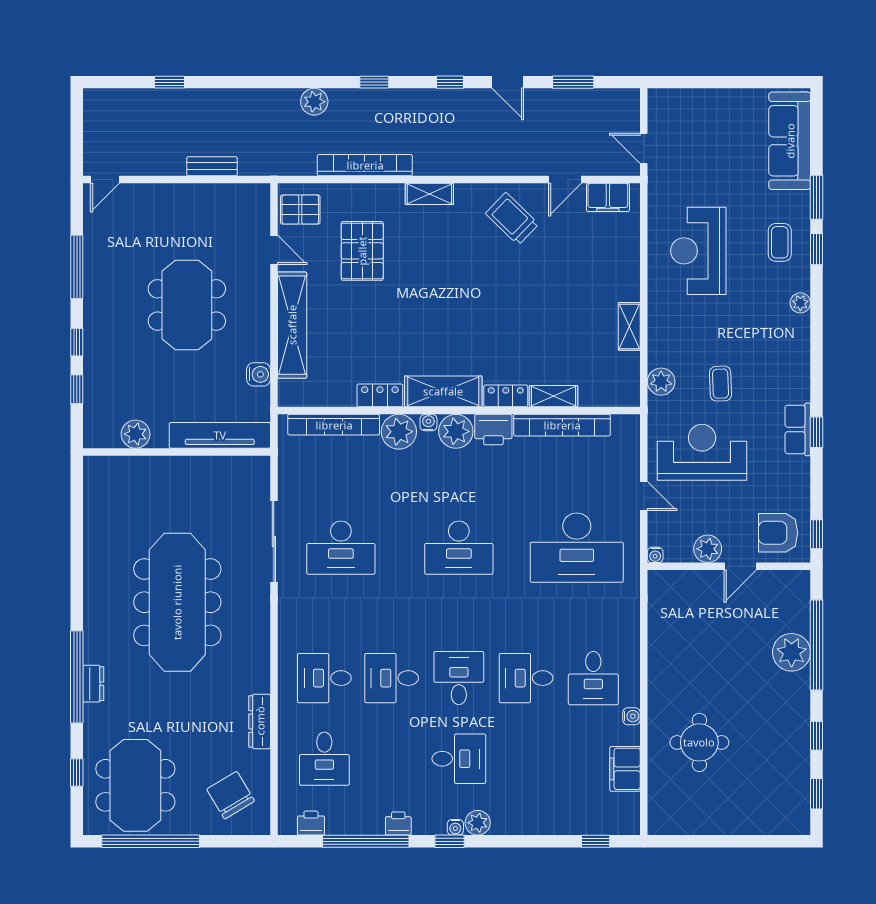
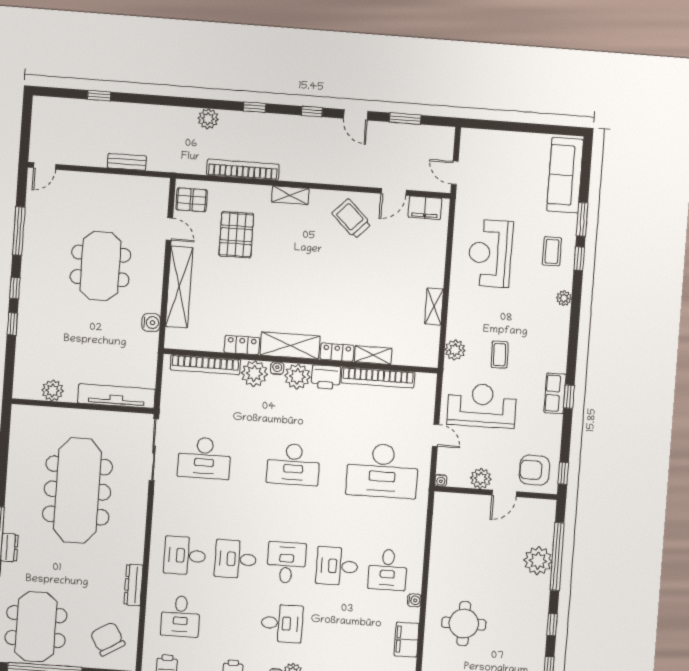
plant: (136, 434) -> (53, 390), moved
tv unit: (220, 435) -> (116, 396), moved
wall: (177, 452) -> (83, 406), moved

